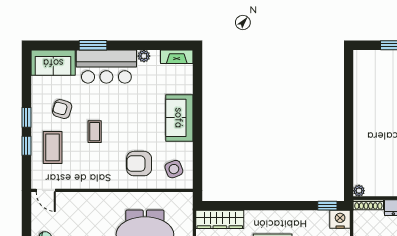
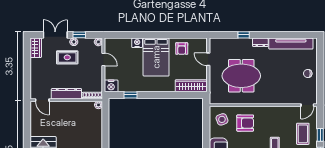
door: (46, 190) -> (307, 105), swing flipped
window: (327, 206) -> (131, 95), moved

